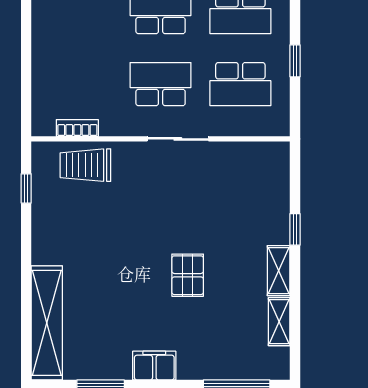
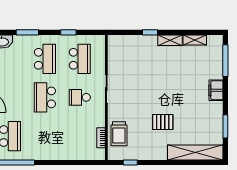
school desk: (161, 84) -> (80, 97), width x0.54
pallet: (188, 275) -> (163, 122), moved
filing cabinet: (154, 366) -> (216, 90), moved

